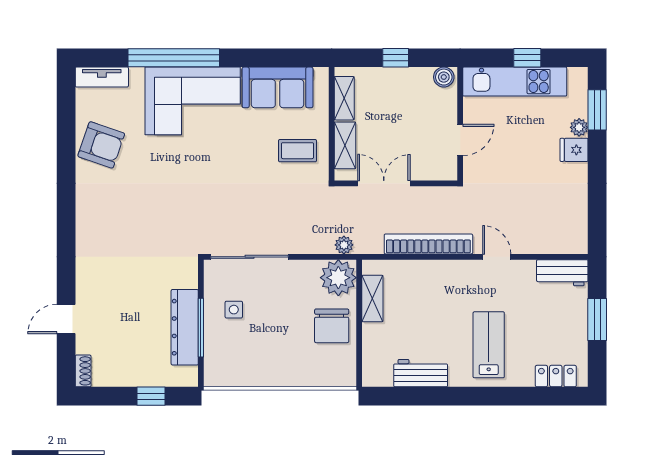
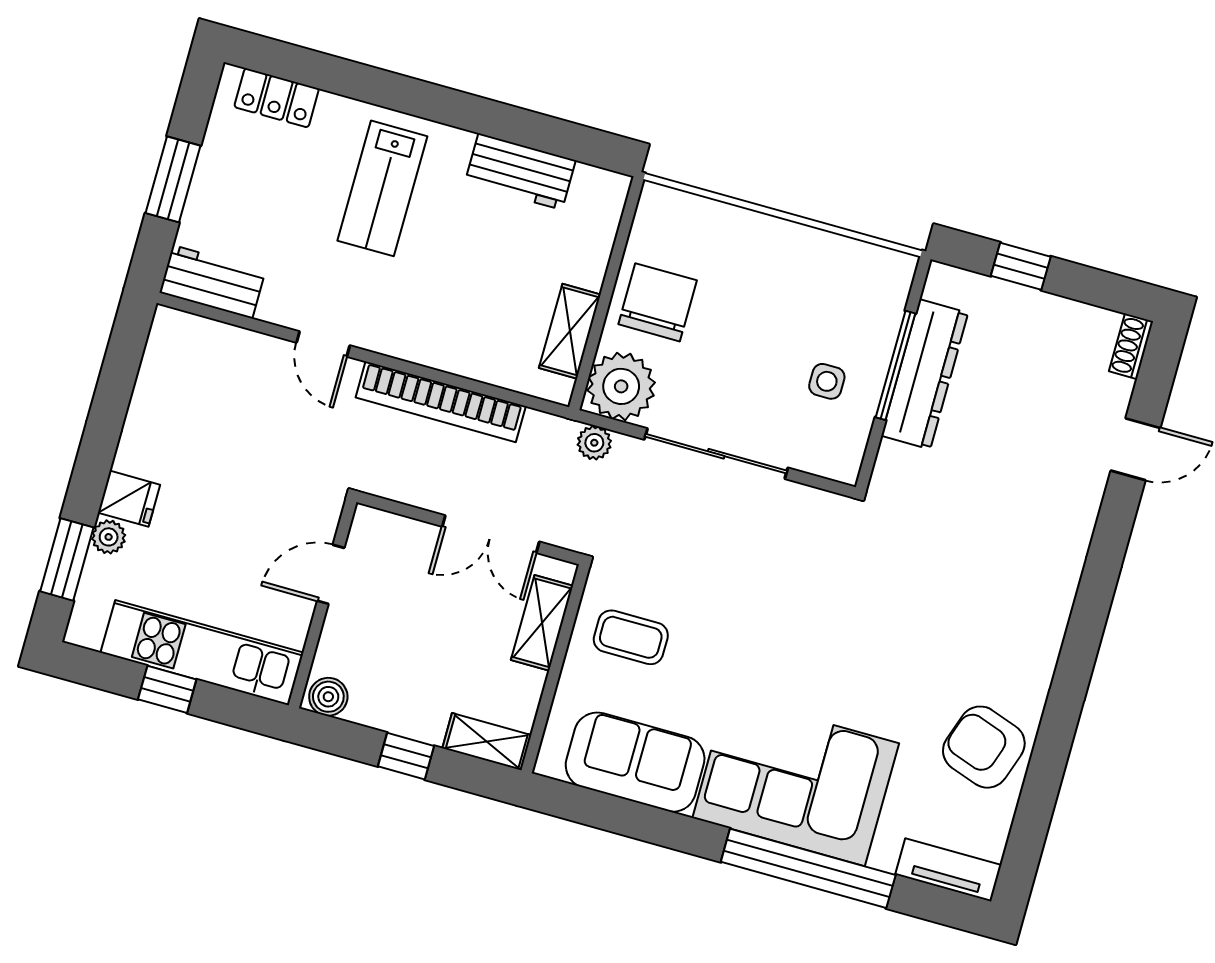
shelving: (344, 98) -> (487, 742), moved, turned 90
sliding door: (249, 257) -> (716, 454), moved

